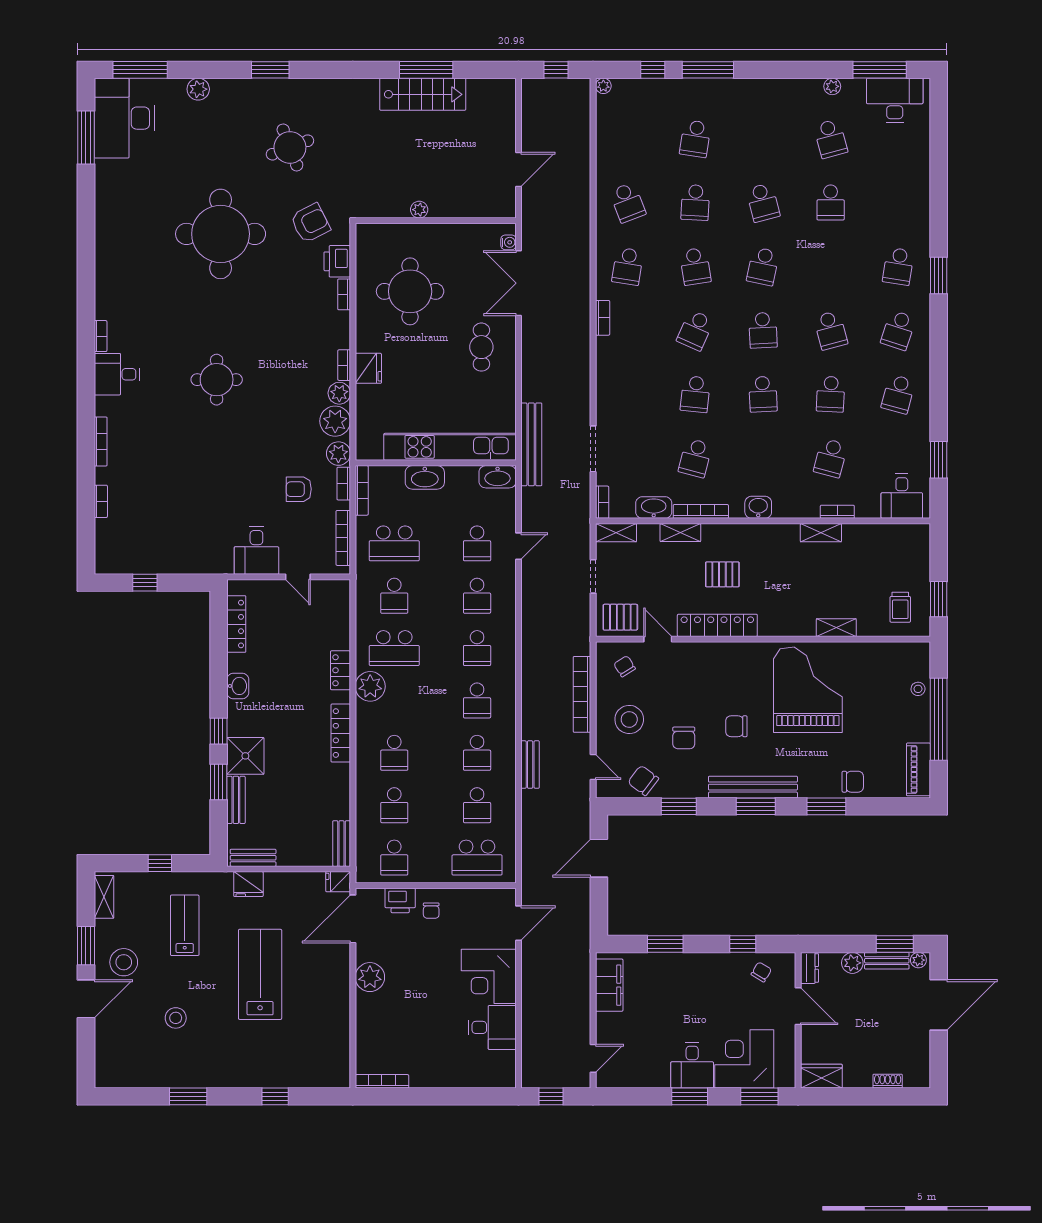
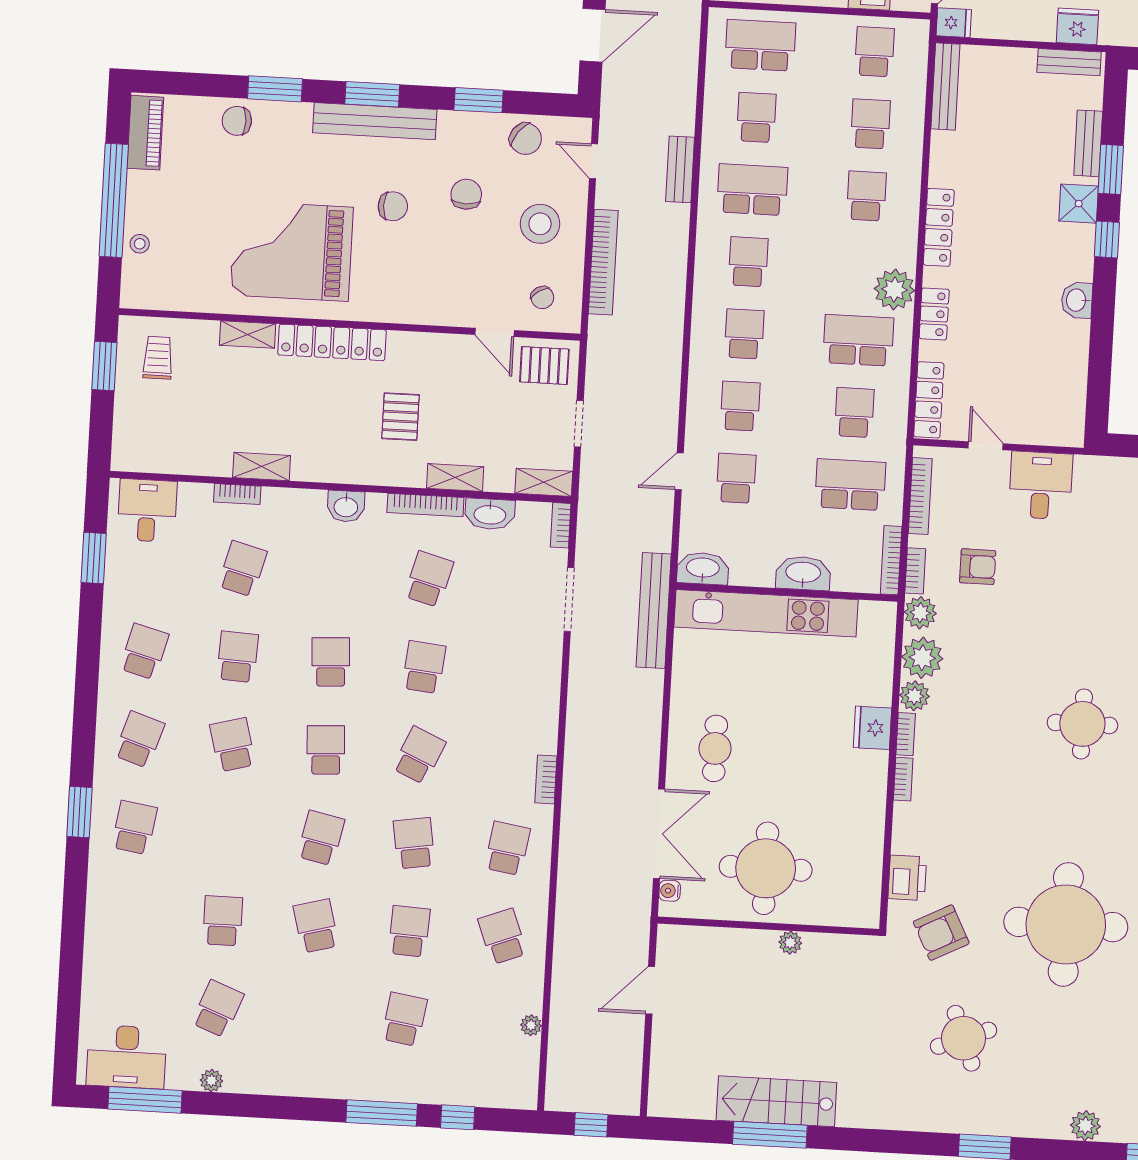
plant: (603, 86) -> (531, 1025), moved
school desk: (831, 139) -> (218, 1009), turned 36
round table: (410, 291) -> (766, 868), moved
bookcase: (344, 294) -> (903, 779), moved
pallet: (722, 574) -> (400, 417), turned 90
locker: (236, 624) -> (929, 400), moved, turned 180
locker: (717, 625) -> (332, 342), moved
grand piano: (808, 690) -> (292, 251), turned 90
school desk: (477, 753) -> (752, 190), width x1.85
shower: (245, 756) -> (1079, 204), width x0.73, depth x0.73
bench: (342, 844) -> (945, 87), width x1.36

